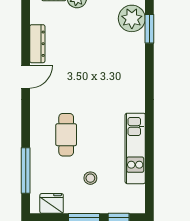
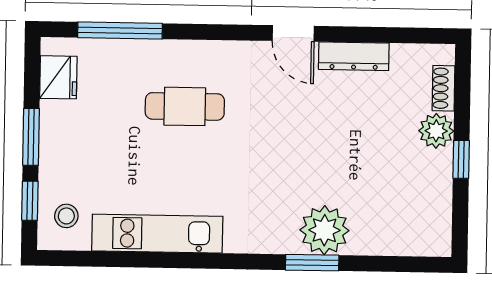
plant: (132, 18) -> (324, 230), moved
window: (149, 29) -> (312, 263), moved
stool: (90, 178) -> (66, 216), moved

